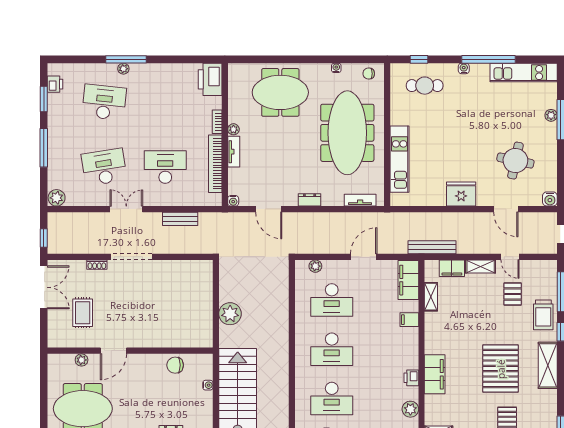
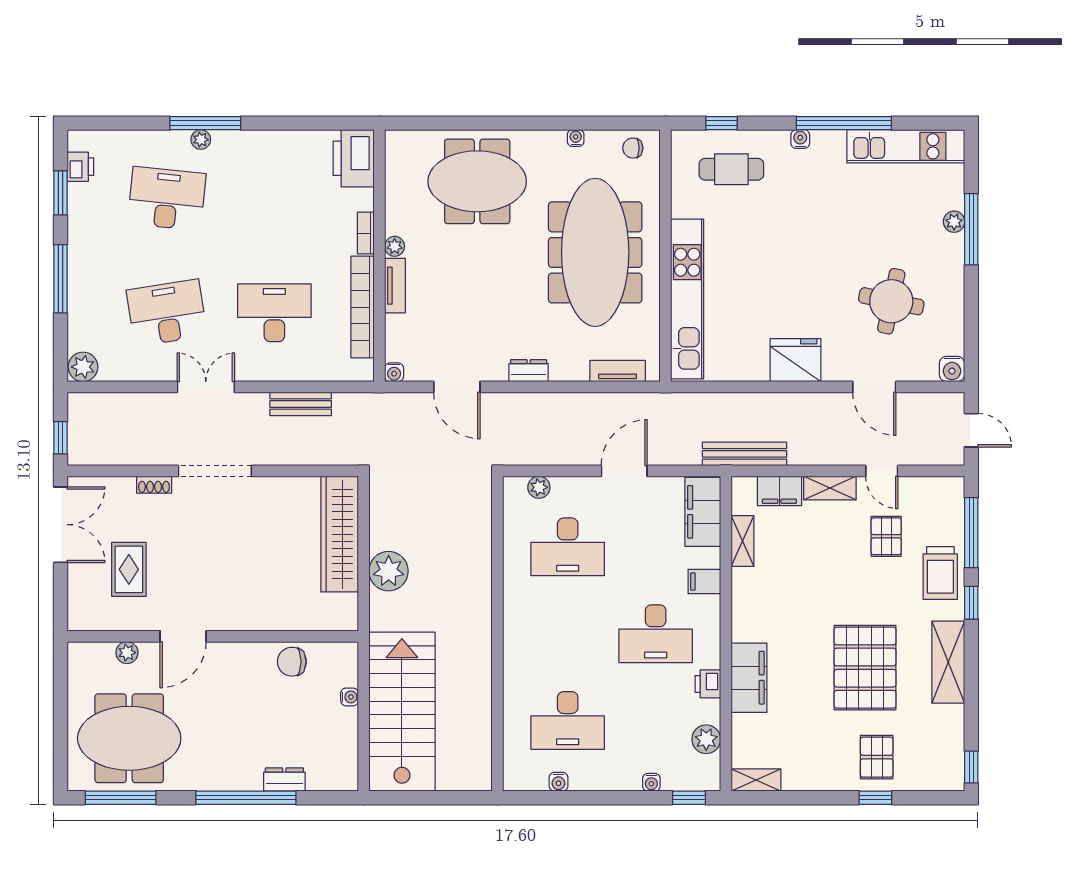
kitchen unit: (400, 159) -> (687, 299), width x1.36
wardrobe: (202, 293) -> (340, 534), added
desk: (332, 349) -> (656, 634), moved

